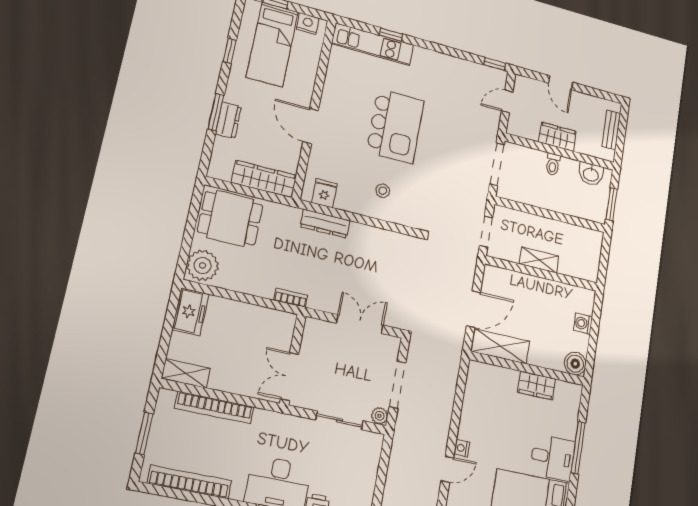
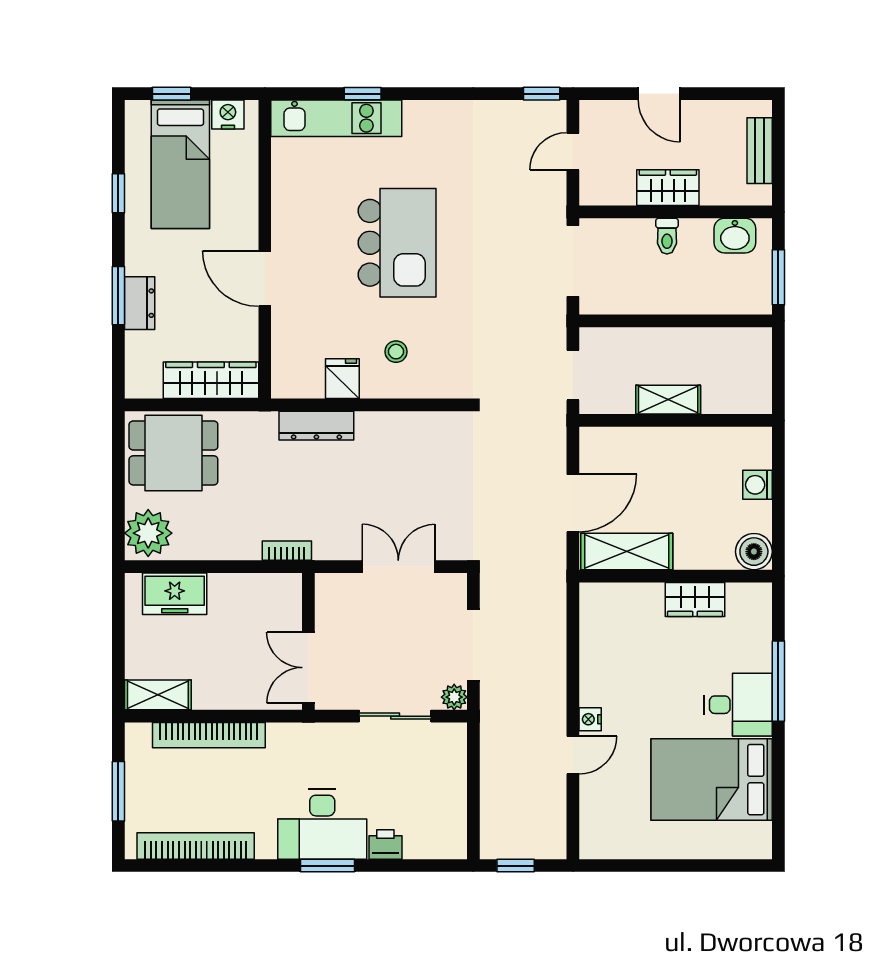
fridge: (324, 193) -> (342, 379), moved
freezer: (190, 312) -> (175, 594), moved, turned 90

